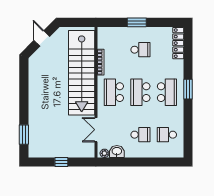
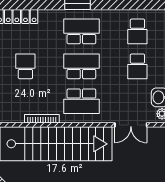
school desk: (140, 92) -> (81, 66), turned 180
school desk: (140, 135) -> (137, 66), turned 180

